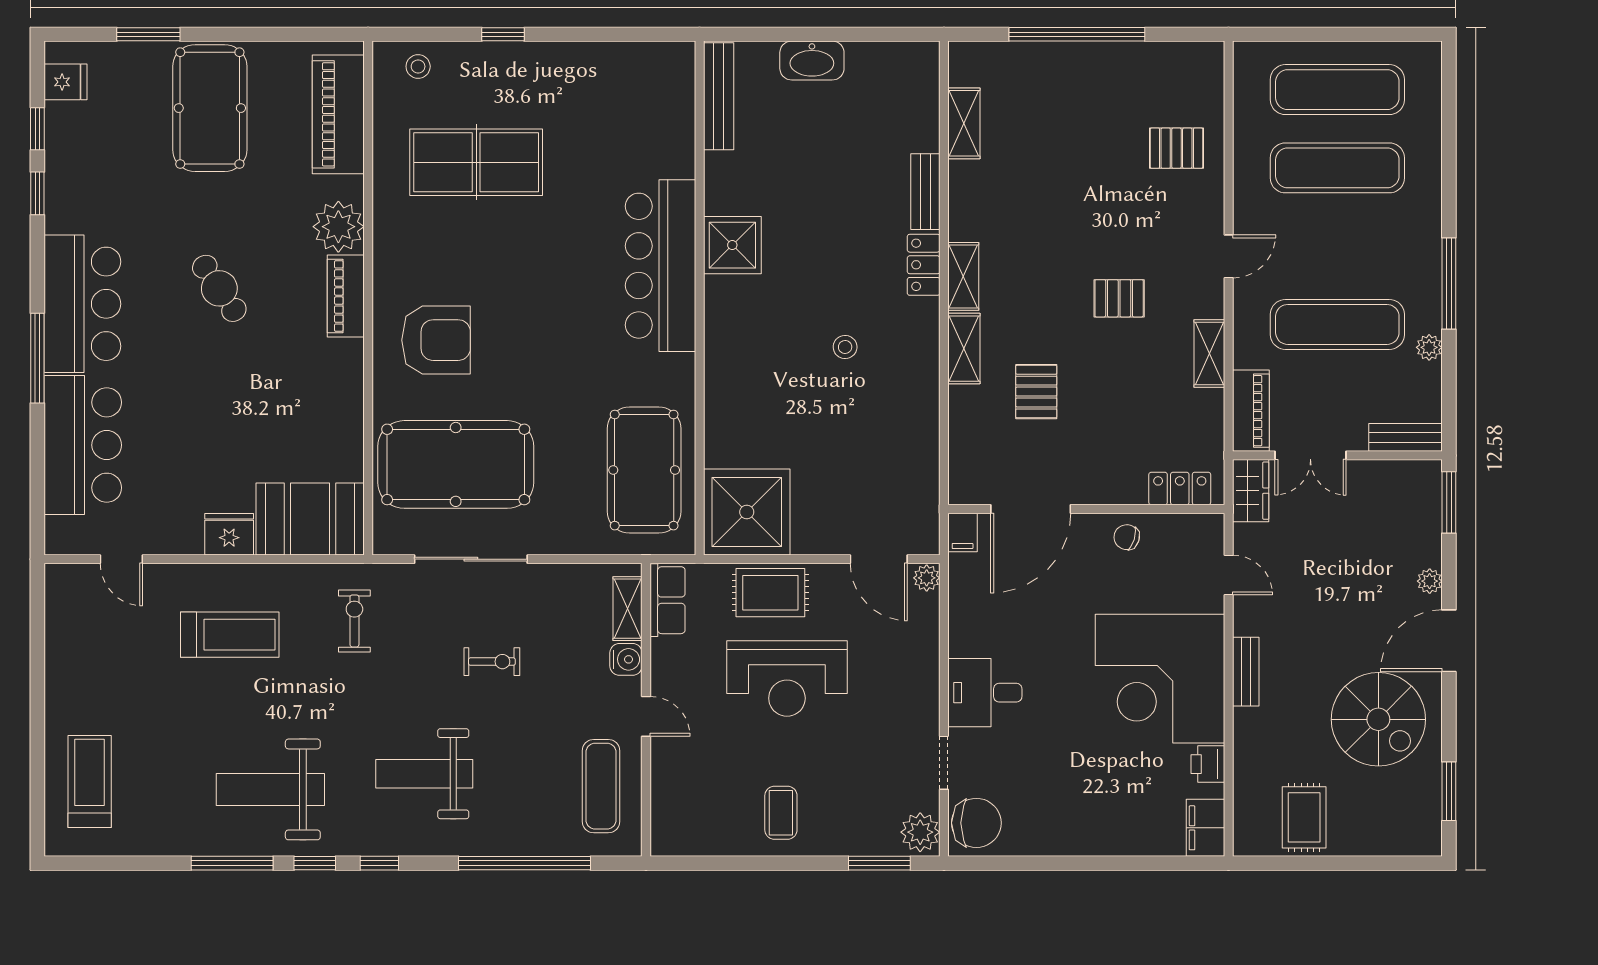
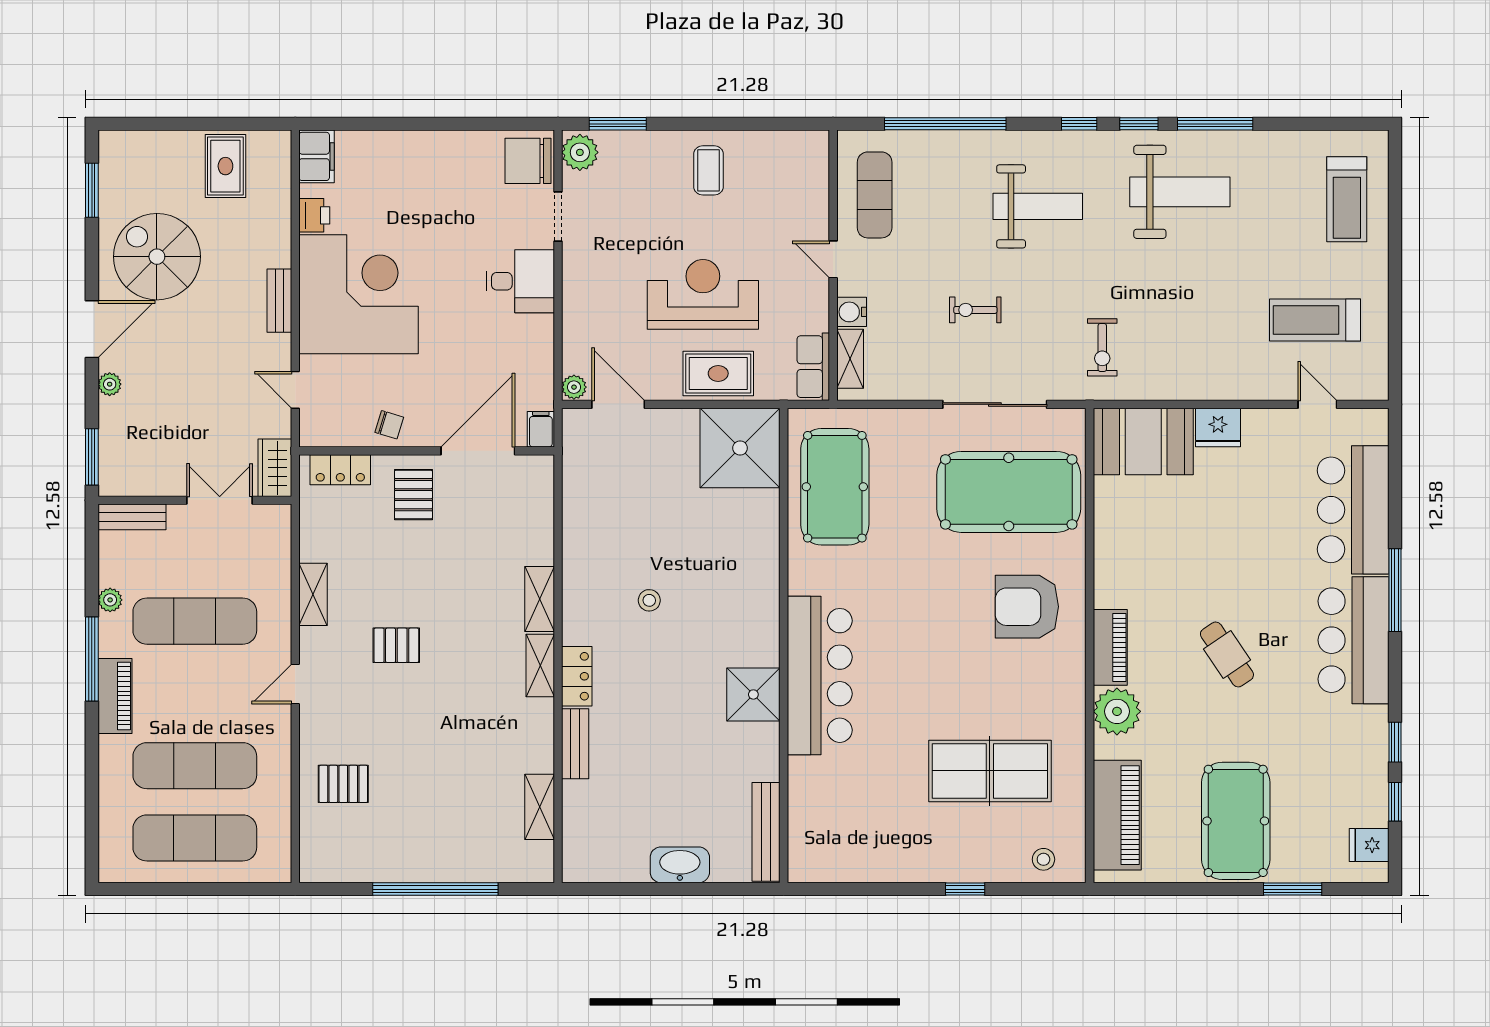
pallet: (1036, 392) -> (413, 495), moved
piano: (1251, 411) -> (115, 696), moved, turned 180
treadmill: (230, 635) -> (1315, 320), moved

